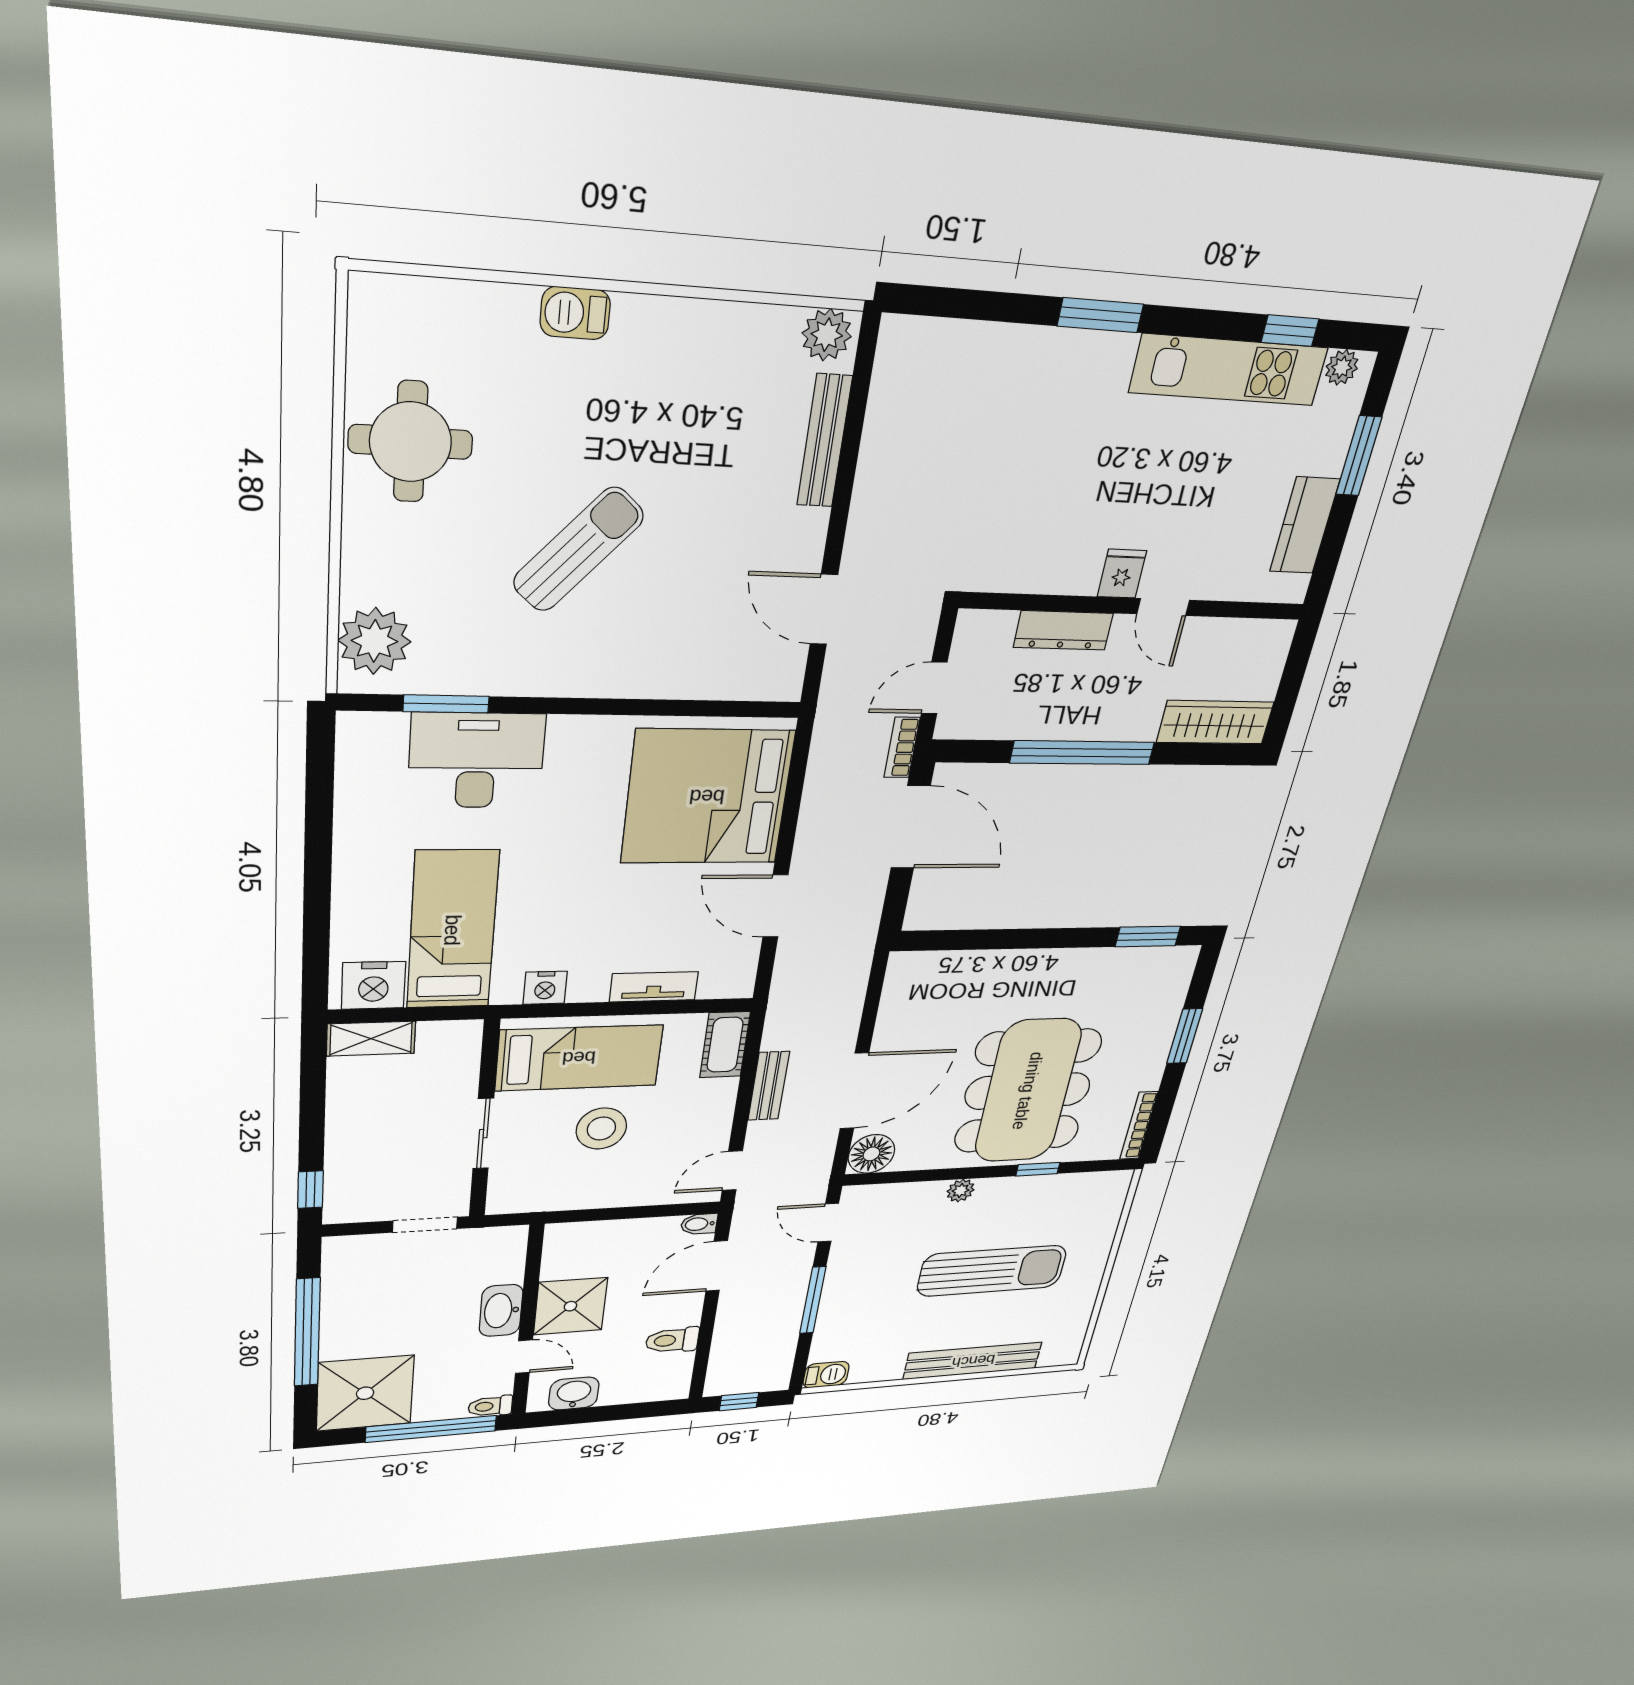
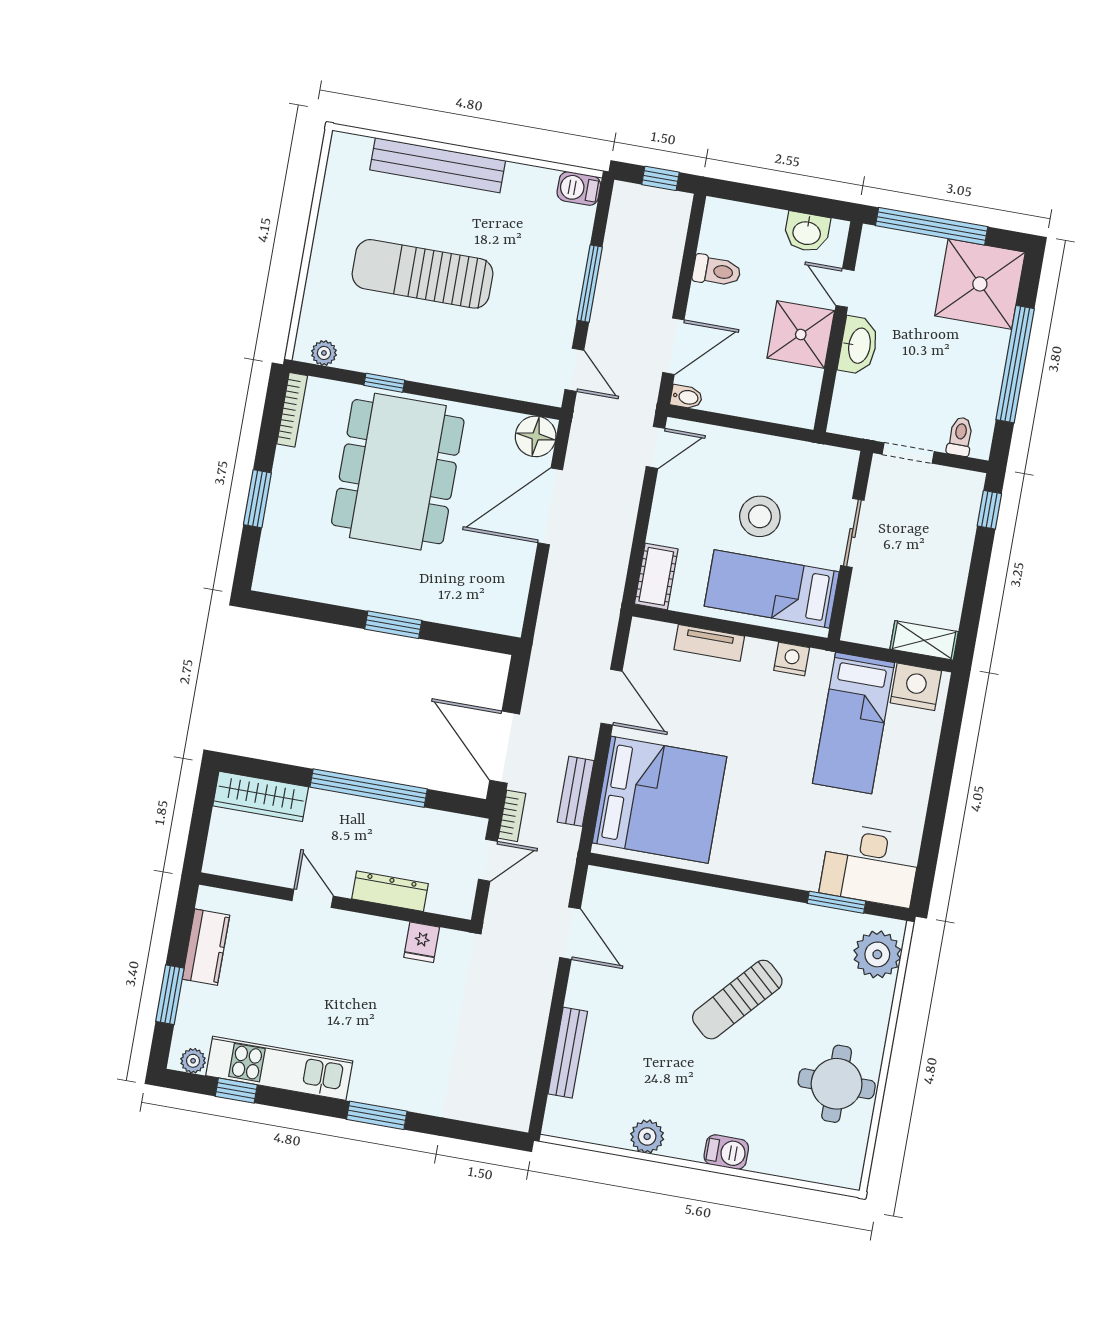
plant: (827, 335) -> (647, 1136), moved
fridge: (1122, 574) -> (422, 942), moved
desk: (476, 761) -> (870, 865), moved
window: (1148, 936) -> (393, 625), moved
bench: (769, 1086) -> (576, 791), moved
plant: (961, 1191) -> (324, 353), moved
toilet: (490, 1406) -> (960, 437), moved, turned -90

